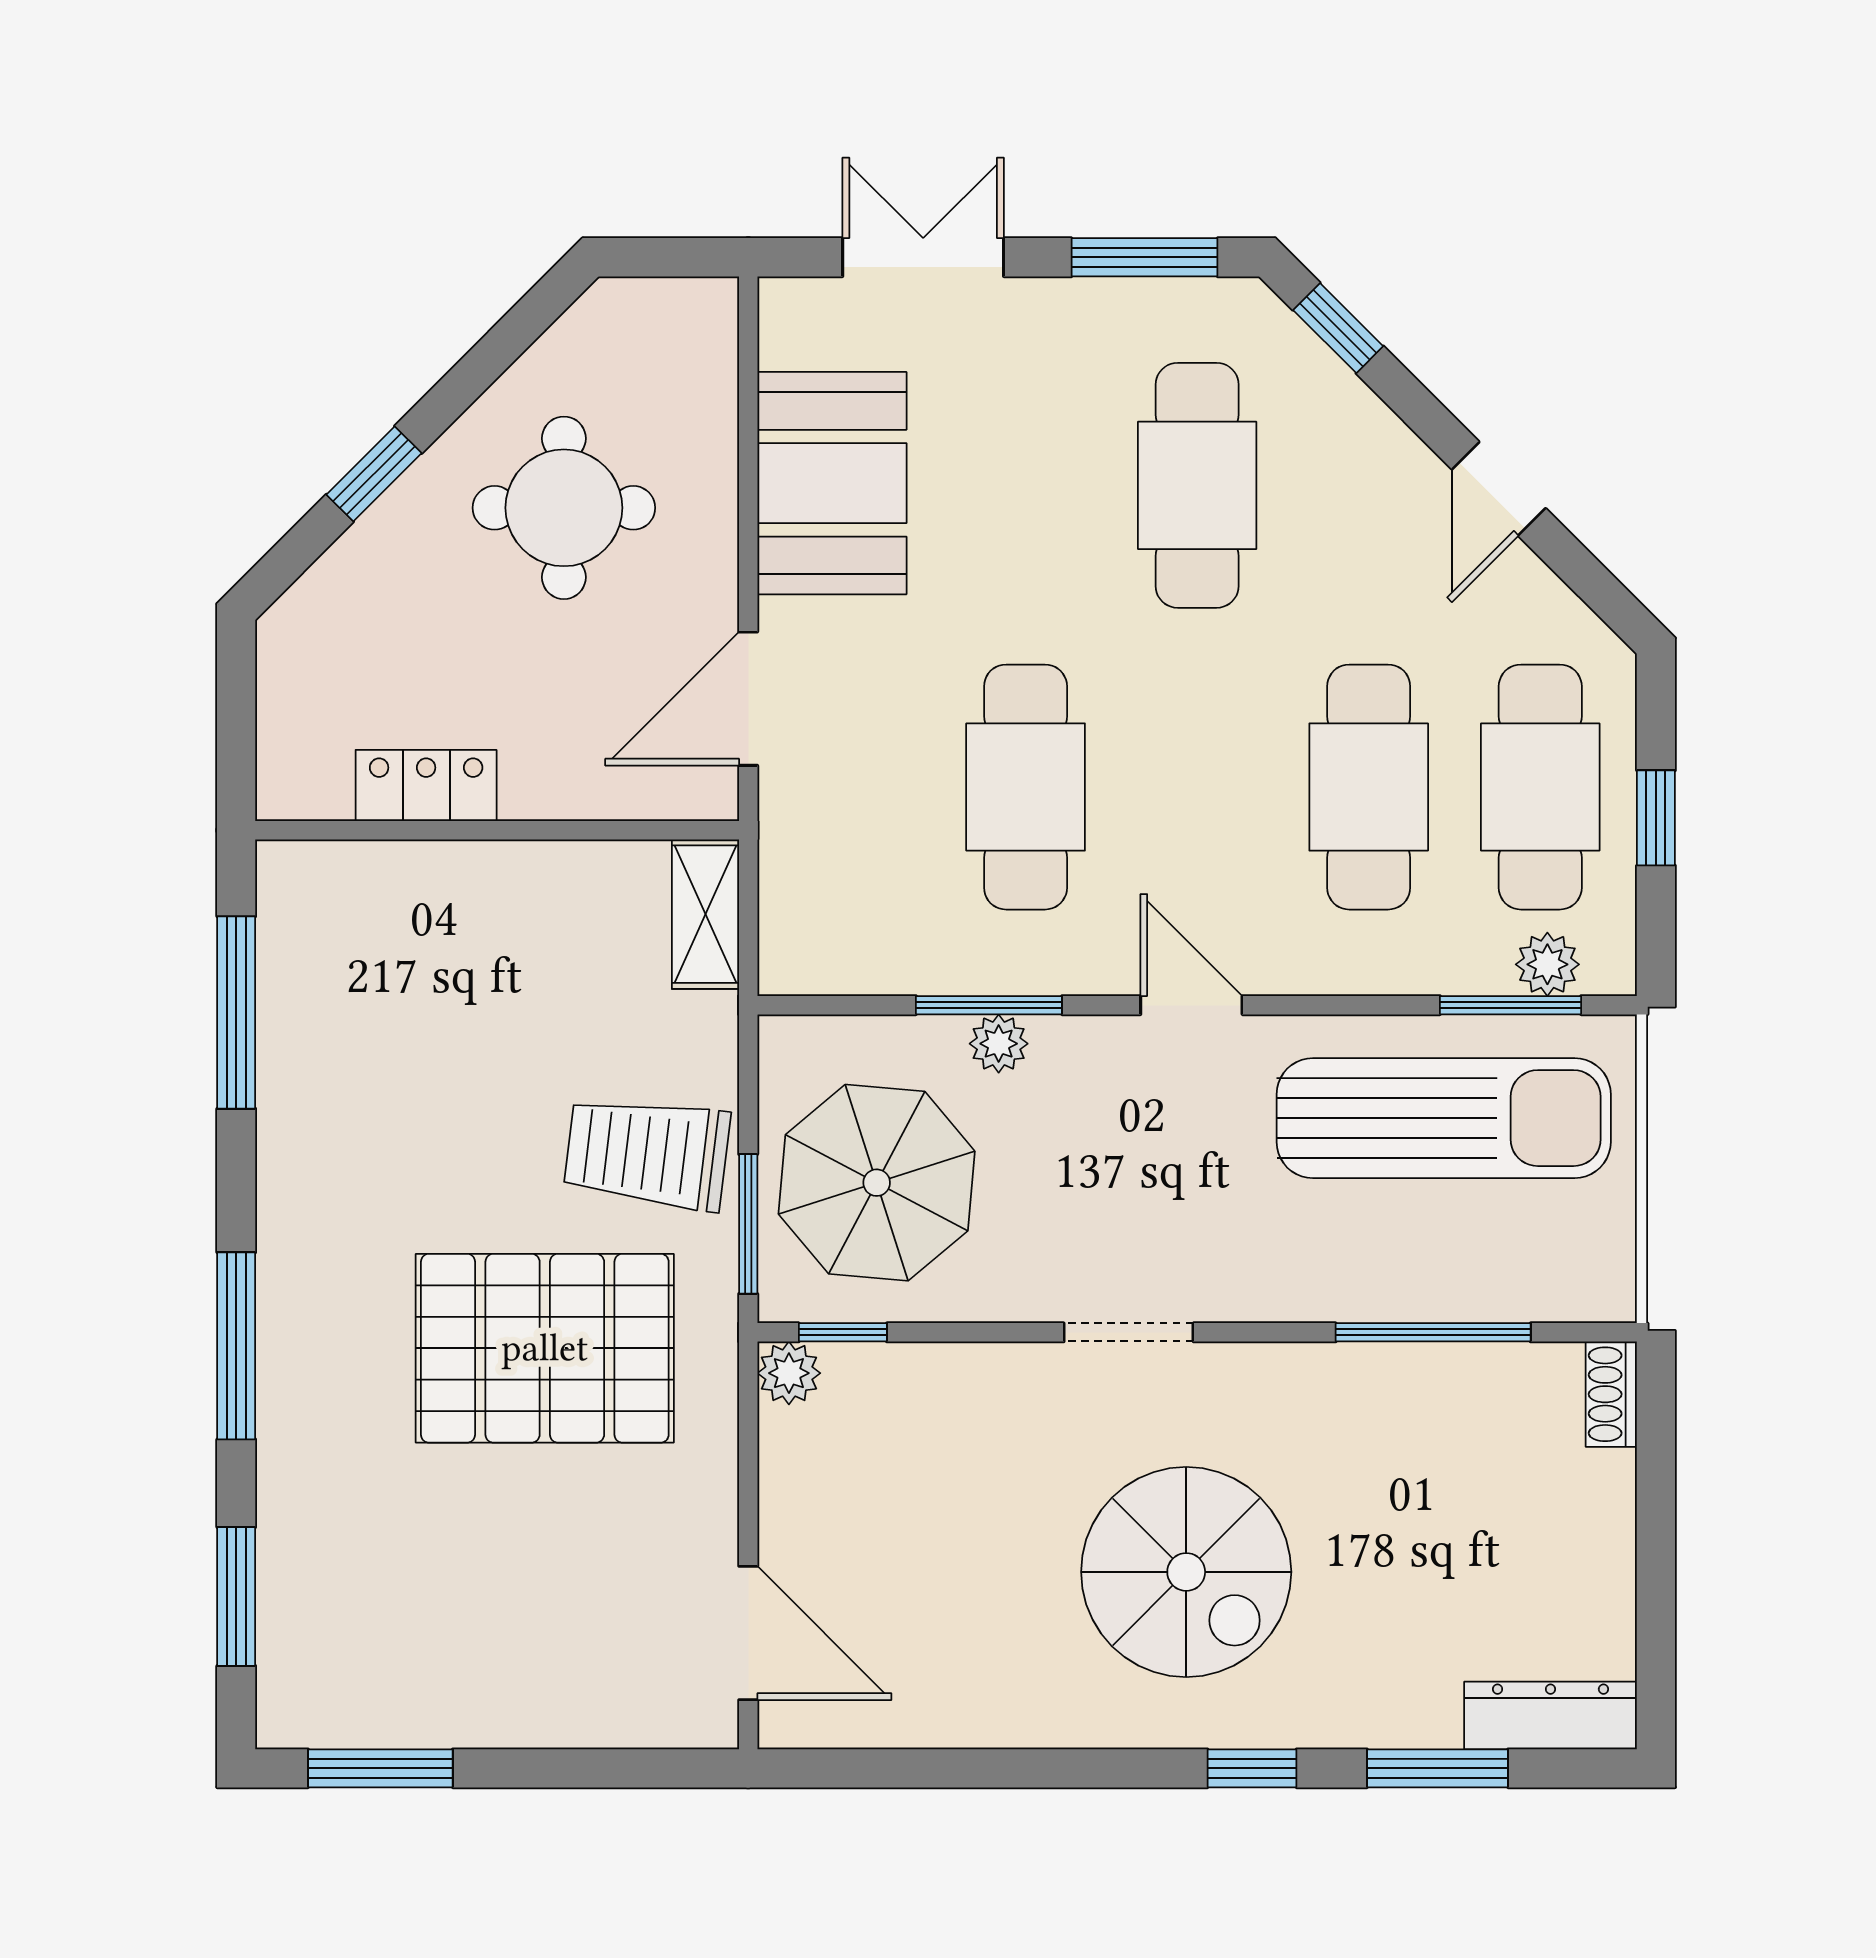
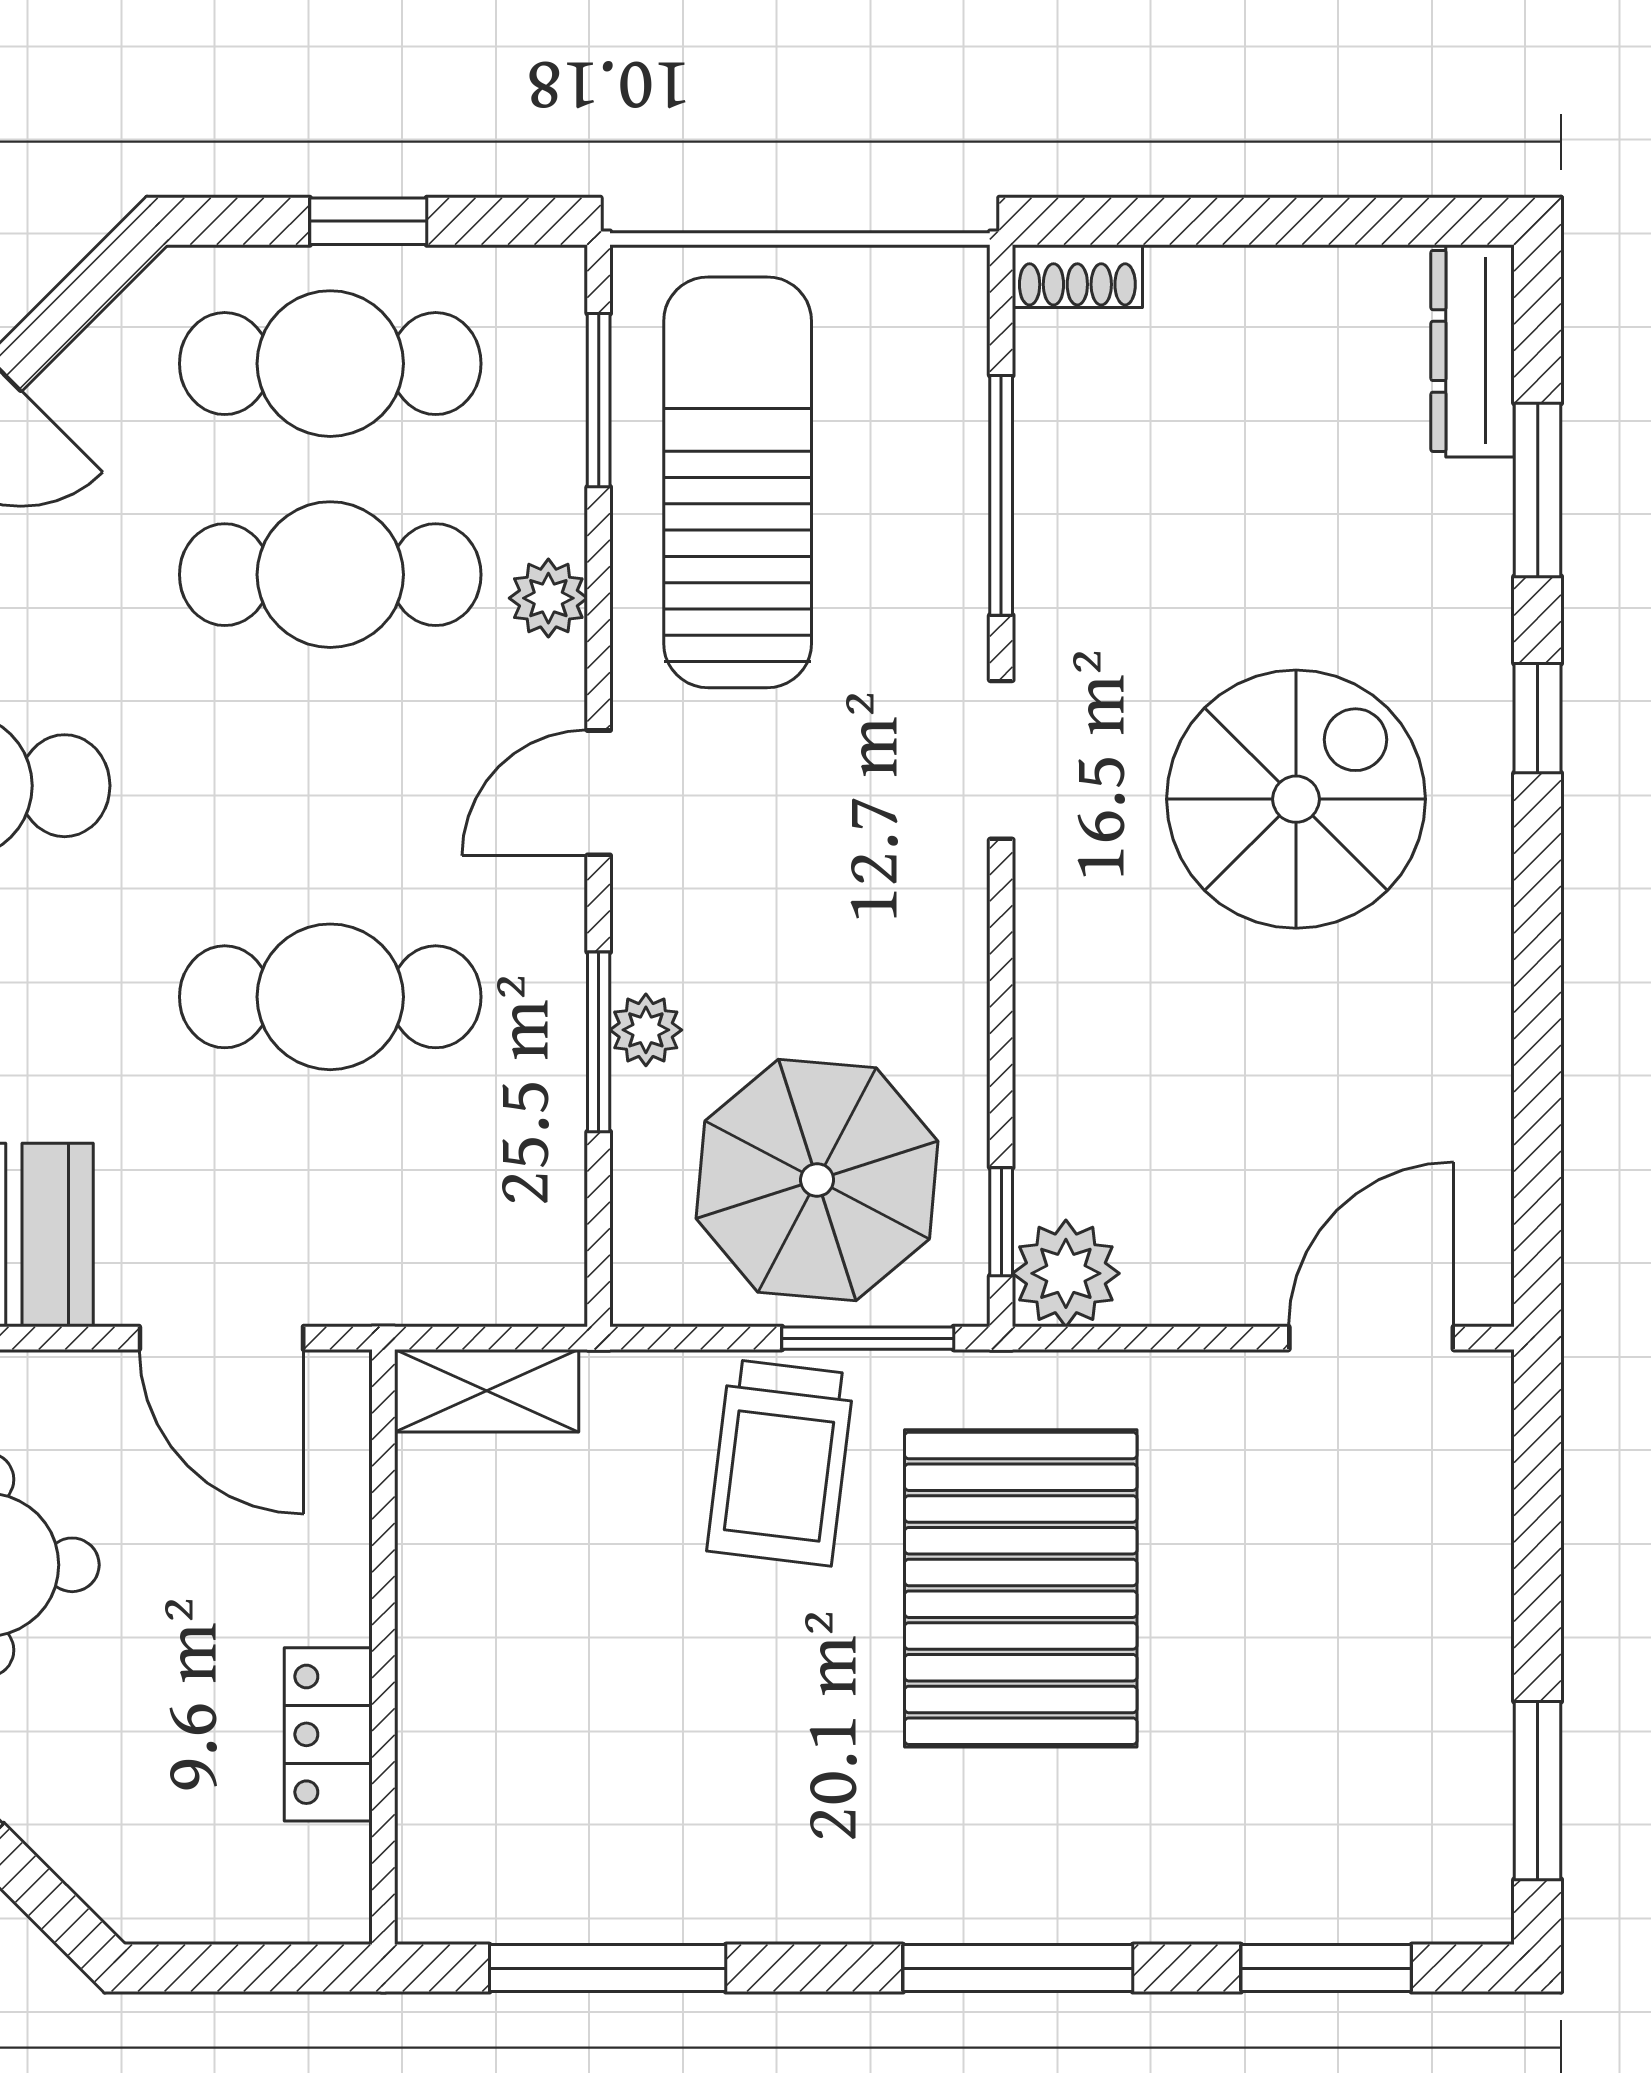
plant: (1547, 964) -> (548, 598), moved
doorway: (1129, 1332) -> (1001, 760), moved
plant: (789, 1373) -> (1066, 1273), width x1.38, depth x1.38

